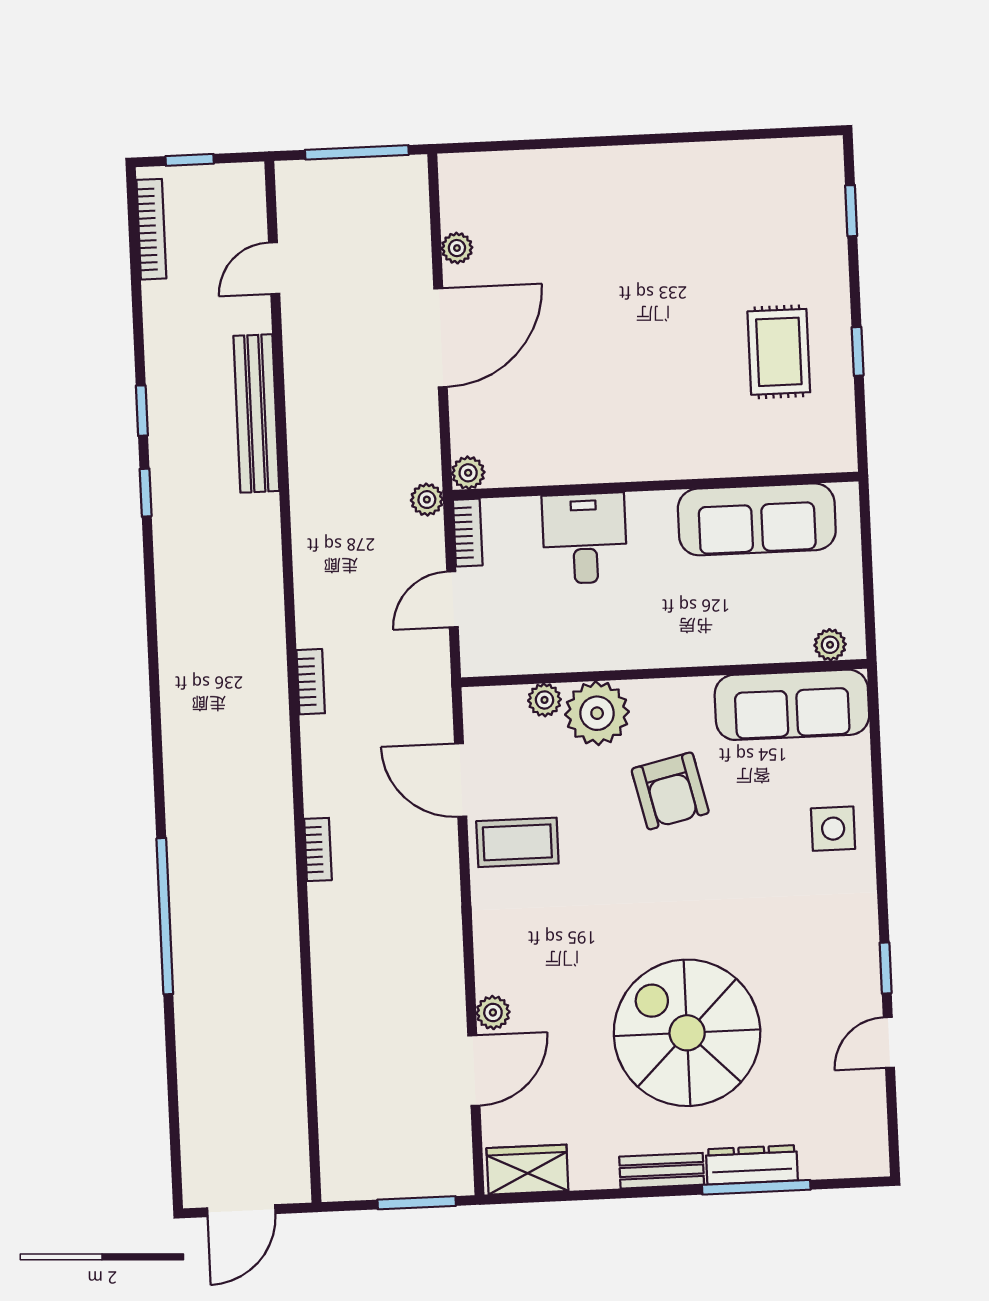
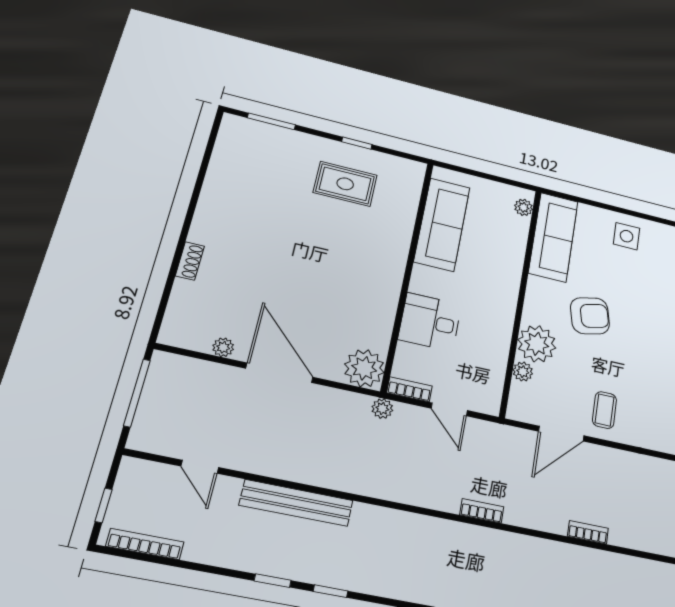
shoe rack: (577, 162) -> (190, 261), added
window: (851, 211) -> (271, 121), width x1.50
plant: (468, 473) -> (364, 368), width x1.88, depth x1.88
coffee table: (517, 842) -> (604, 410), width x0.73, depth x0.77

